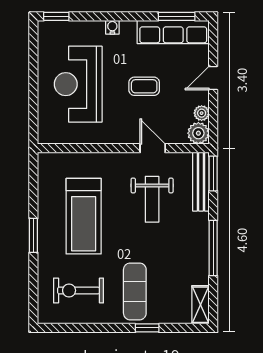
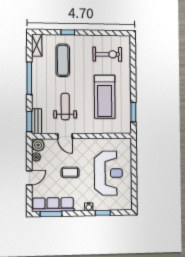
window: (56, 16) -> (103, 213), moved
bench: (201, 182) -> (37, 121), width x0.73
treadmill: (84, 216) -> (105, 97), turned 180
window: (33, 235) -> (133, 112), moved
exercise mat: (135, 291) -> (63, 60), moved

